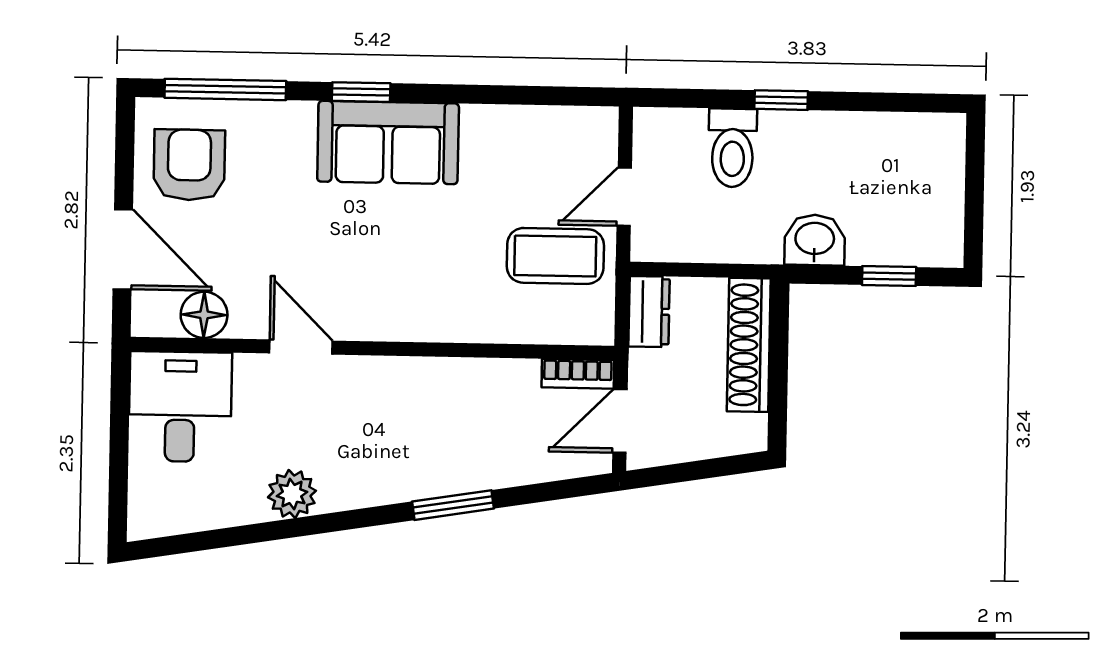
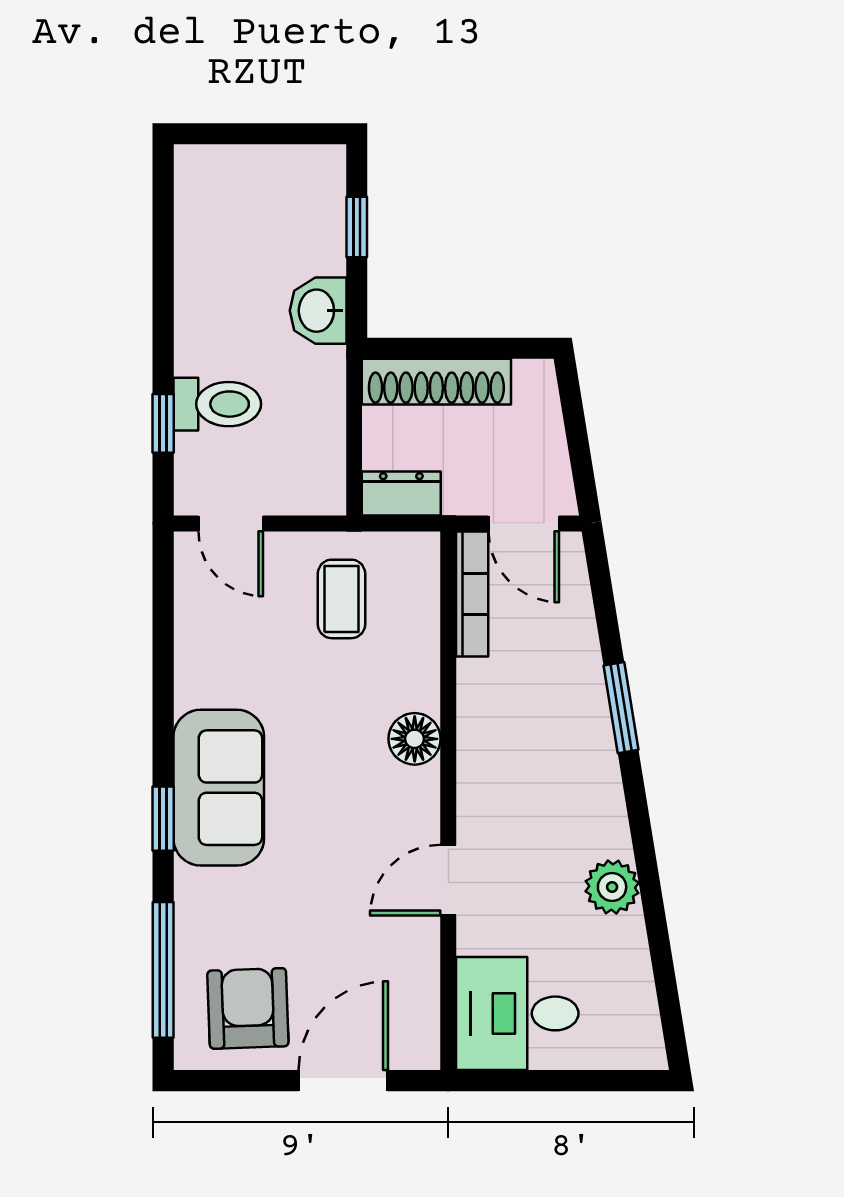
window: (781, 100) -> (163, 423), moved
armchair: (189, 165) -> (248, 1008), turned 88
door: (624, 197) -> (231, 523), moved
coffee table: (555, 256) -> (341, 599), width x0.73, depth x0.77
floor lamp: (204, 315) -> (415, 739), moved
bookcase: (578, 374) -> (472, 594), width x1.56

